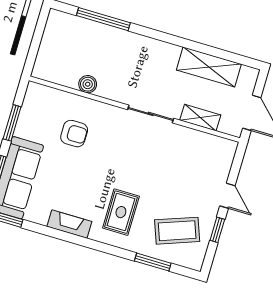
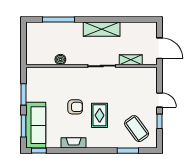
shelving: (209, 67) -> (102, 29), moved
armchair: (74, 134) -> (75, 107), moved
rug: (121, 212) -> (100, 115), moved
coffee table: (177, 231) -> (137, 129), turned 74

